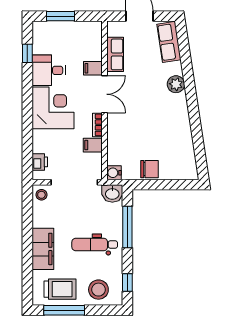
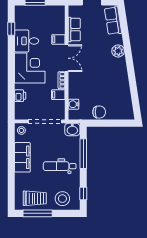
printer: (40, 162) -> (20, 96), moved
water cooler: (114, 173) -> (74, 104), moved
filing cabinet: (43, 249) -> (22, 157), moved

